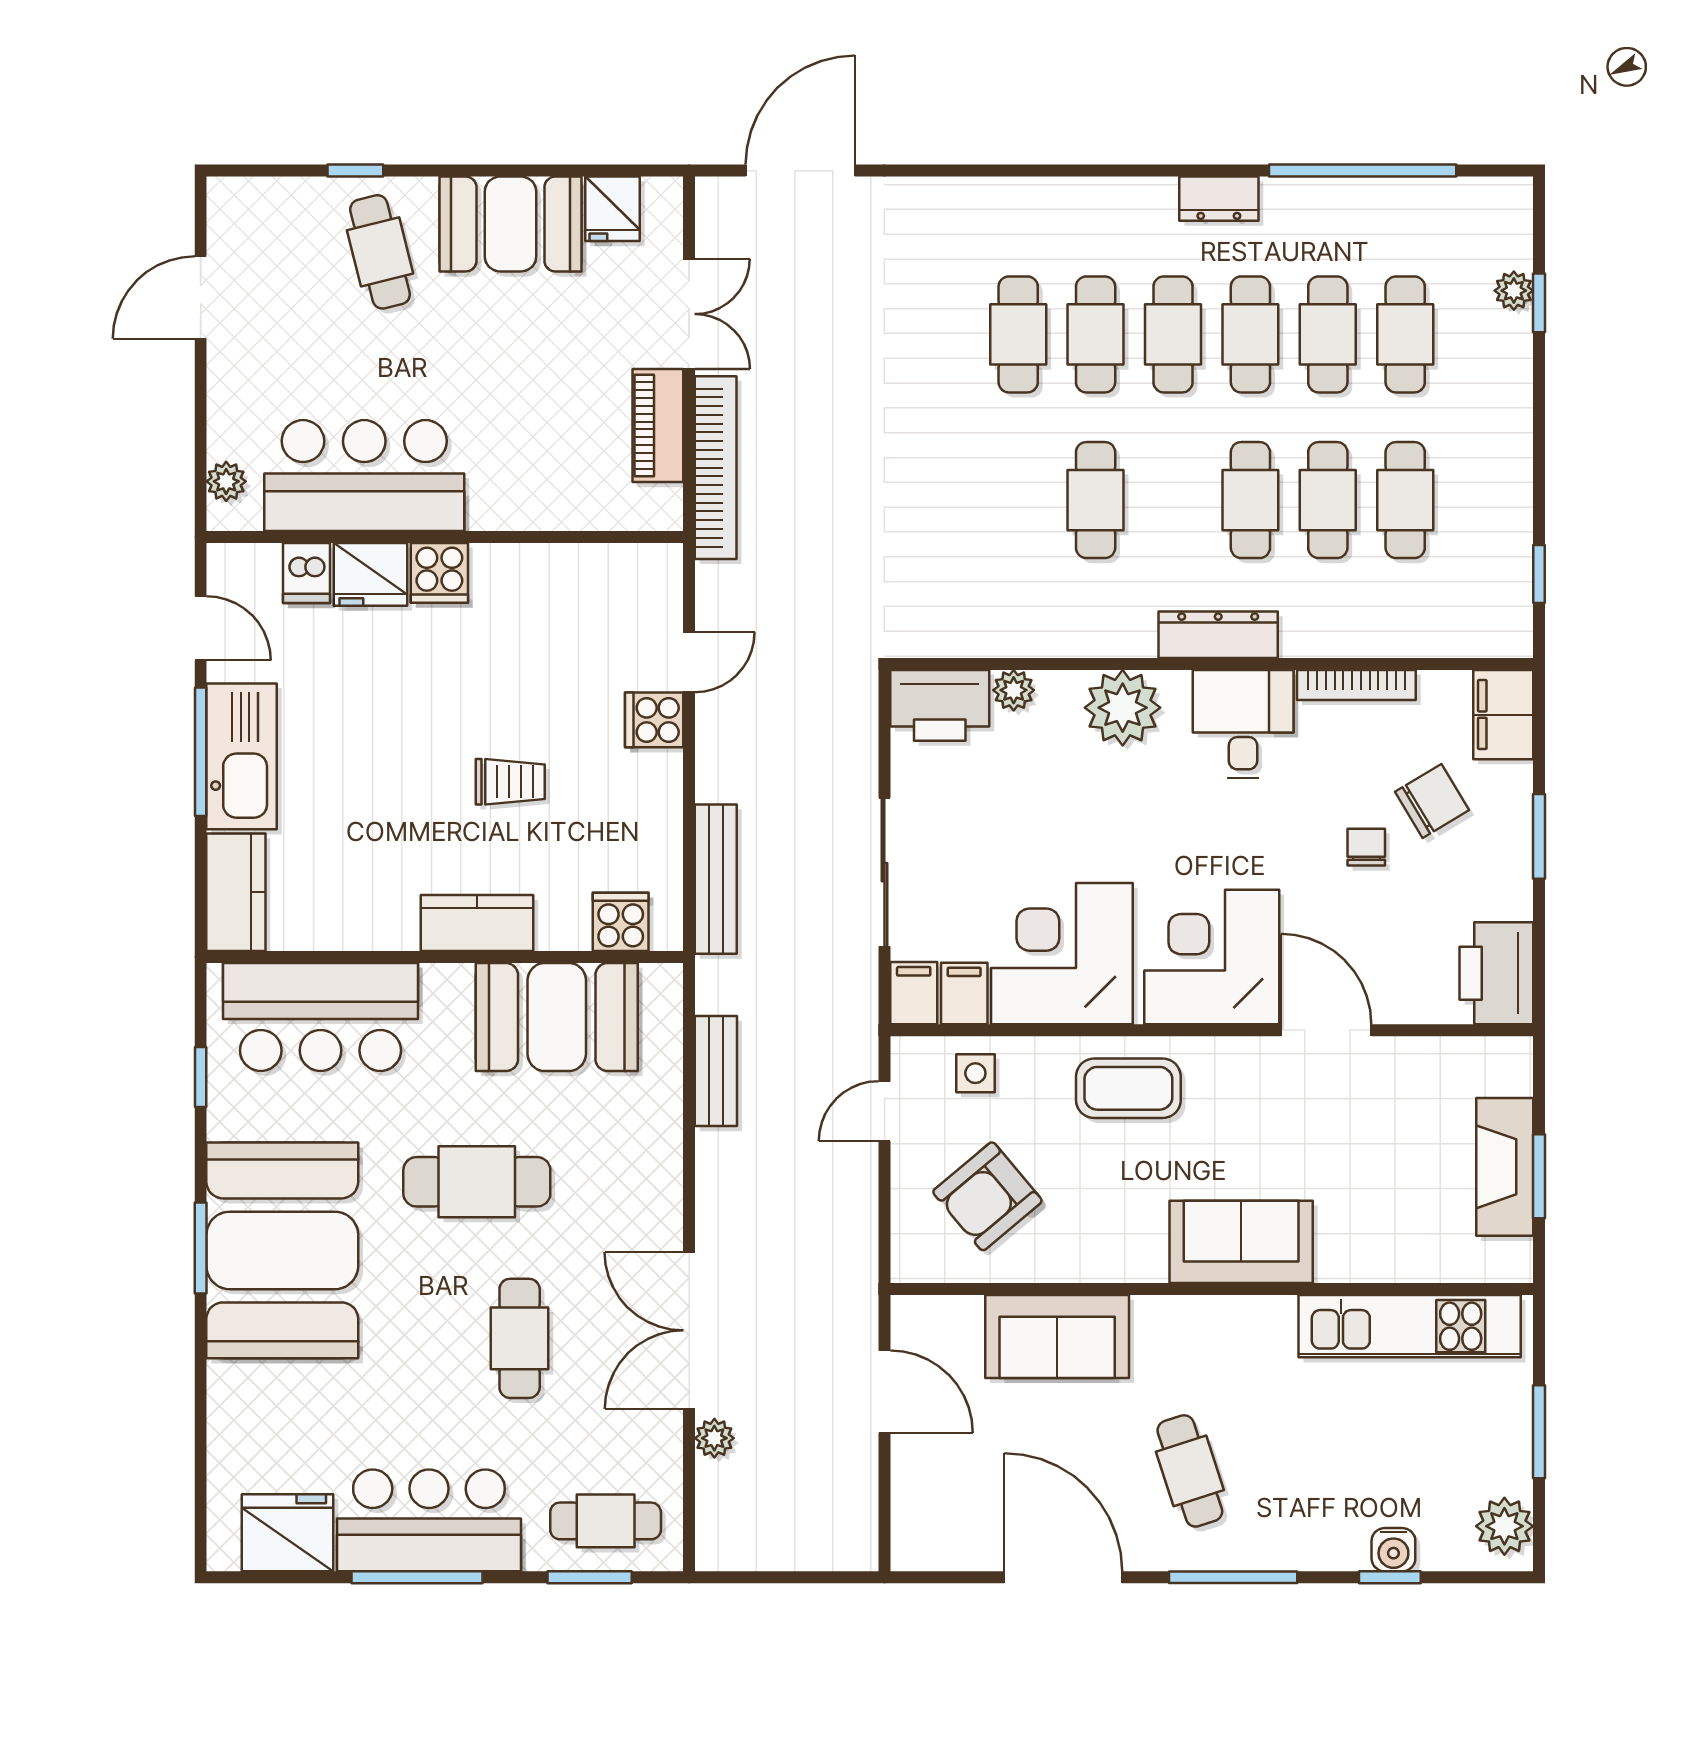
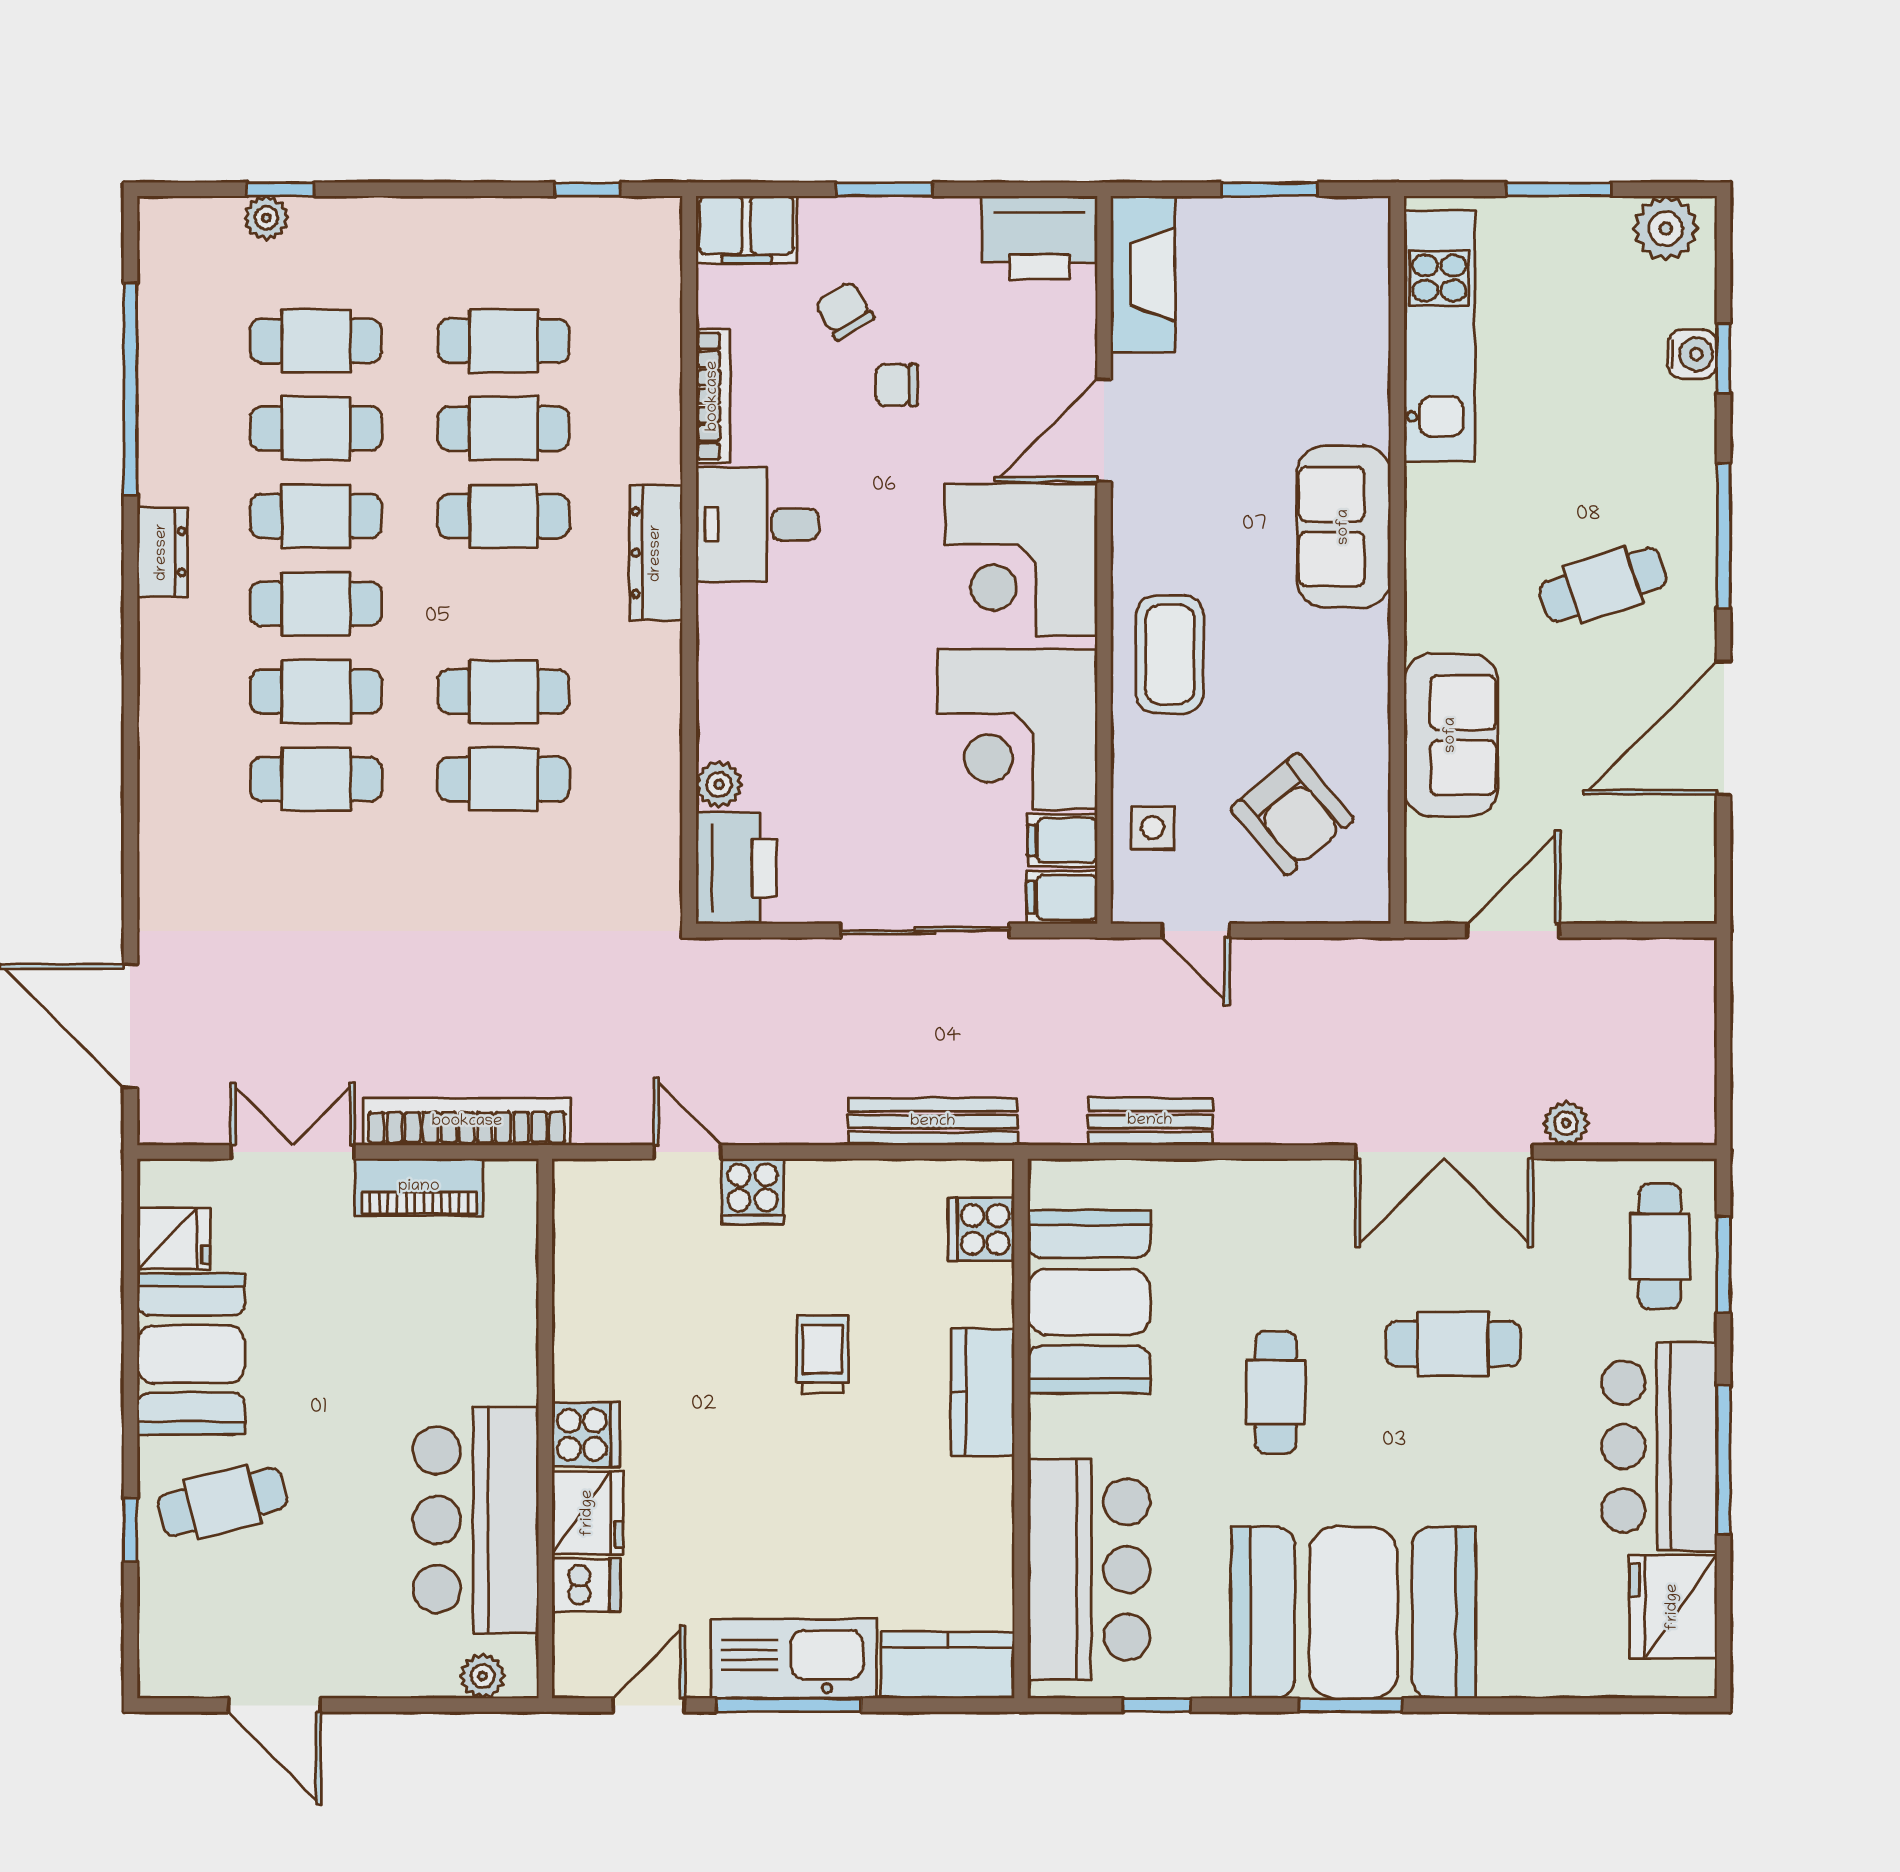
cafe table: (1018, 500) -> (504, 779), added
plant: (1123, 708) -> (739, 661), removed
chair: (1432, 801) -> (844, 310), width x0.73, depth x0.73
fireplace: (1505, 1167) -> (1143, 274), moved, turned -90
cafe table: (477, 1182) -> (1276, 1392), width x0.73, depth x0.74

